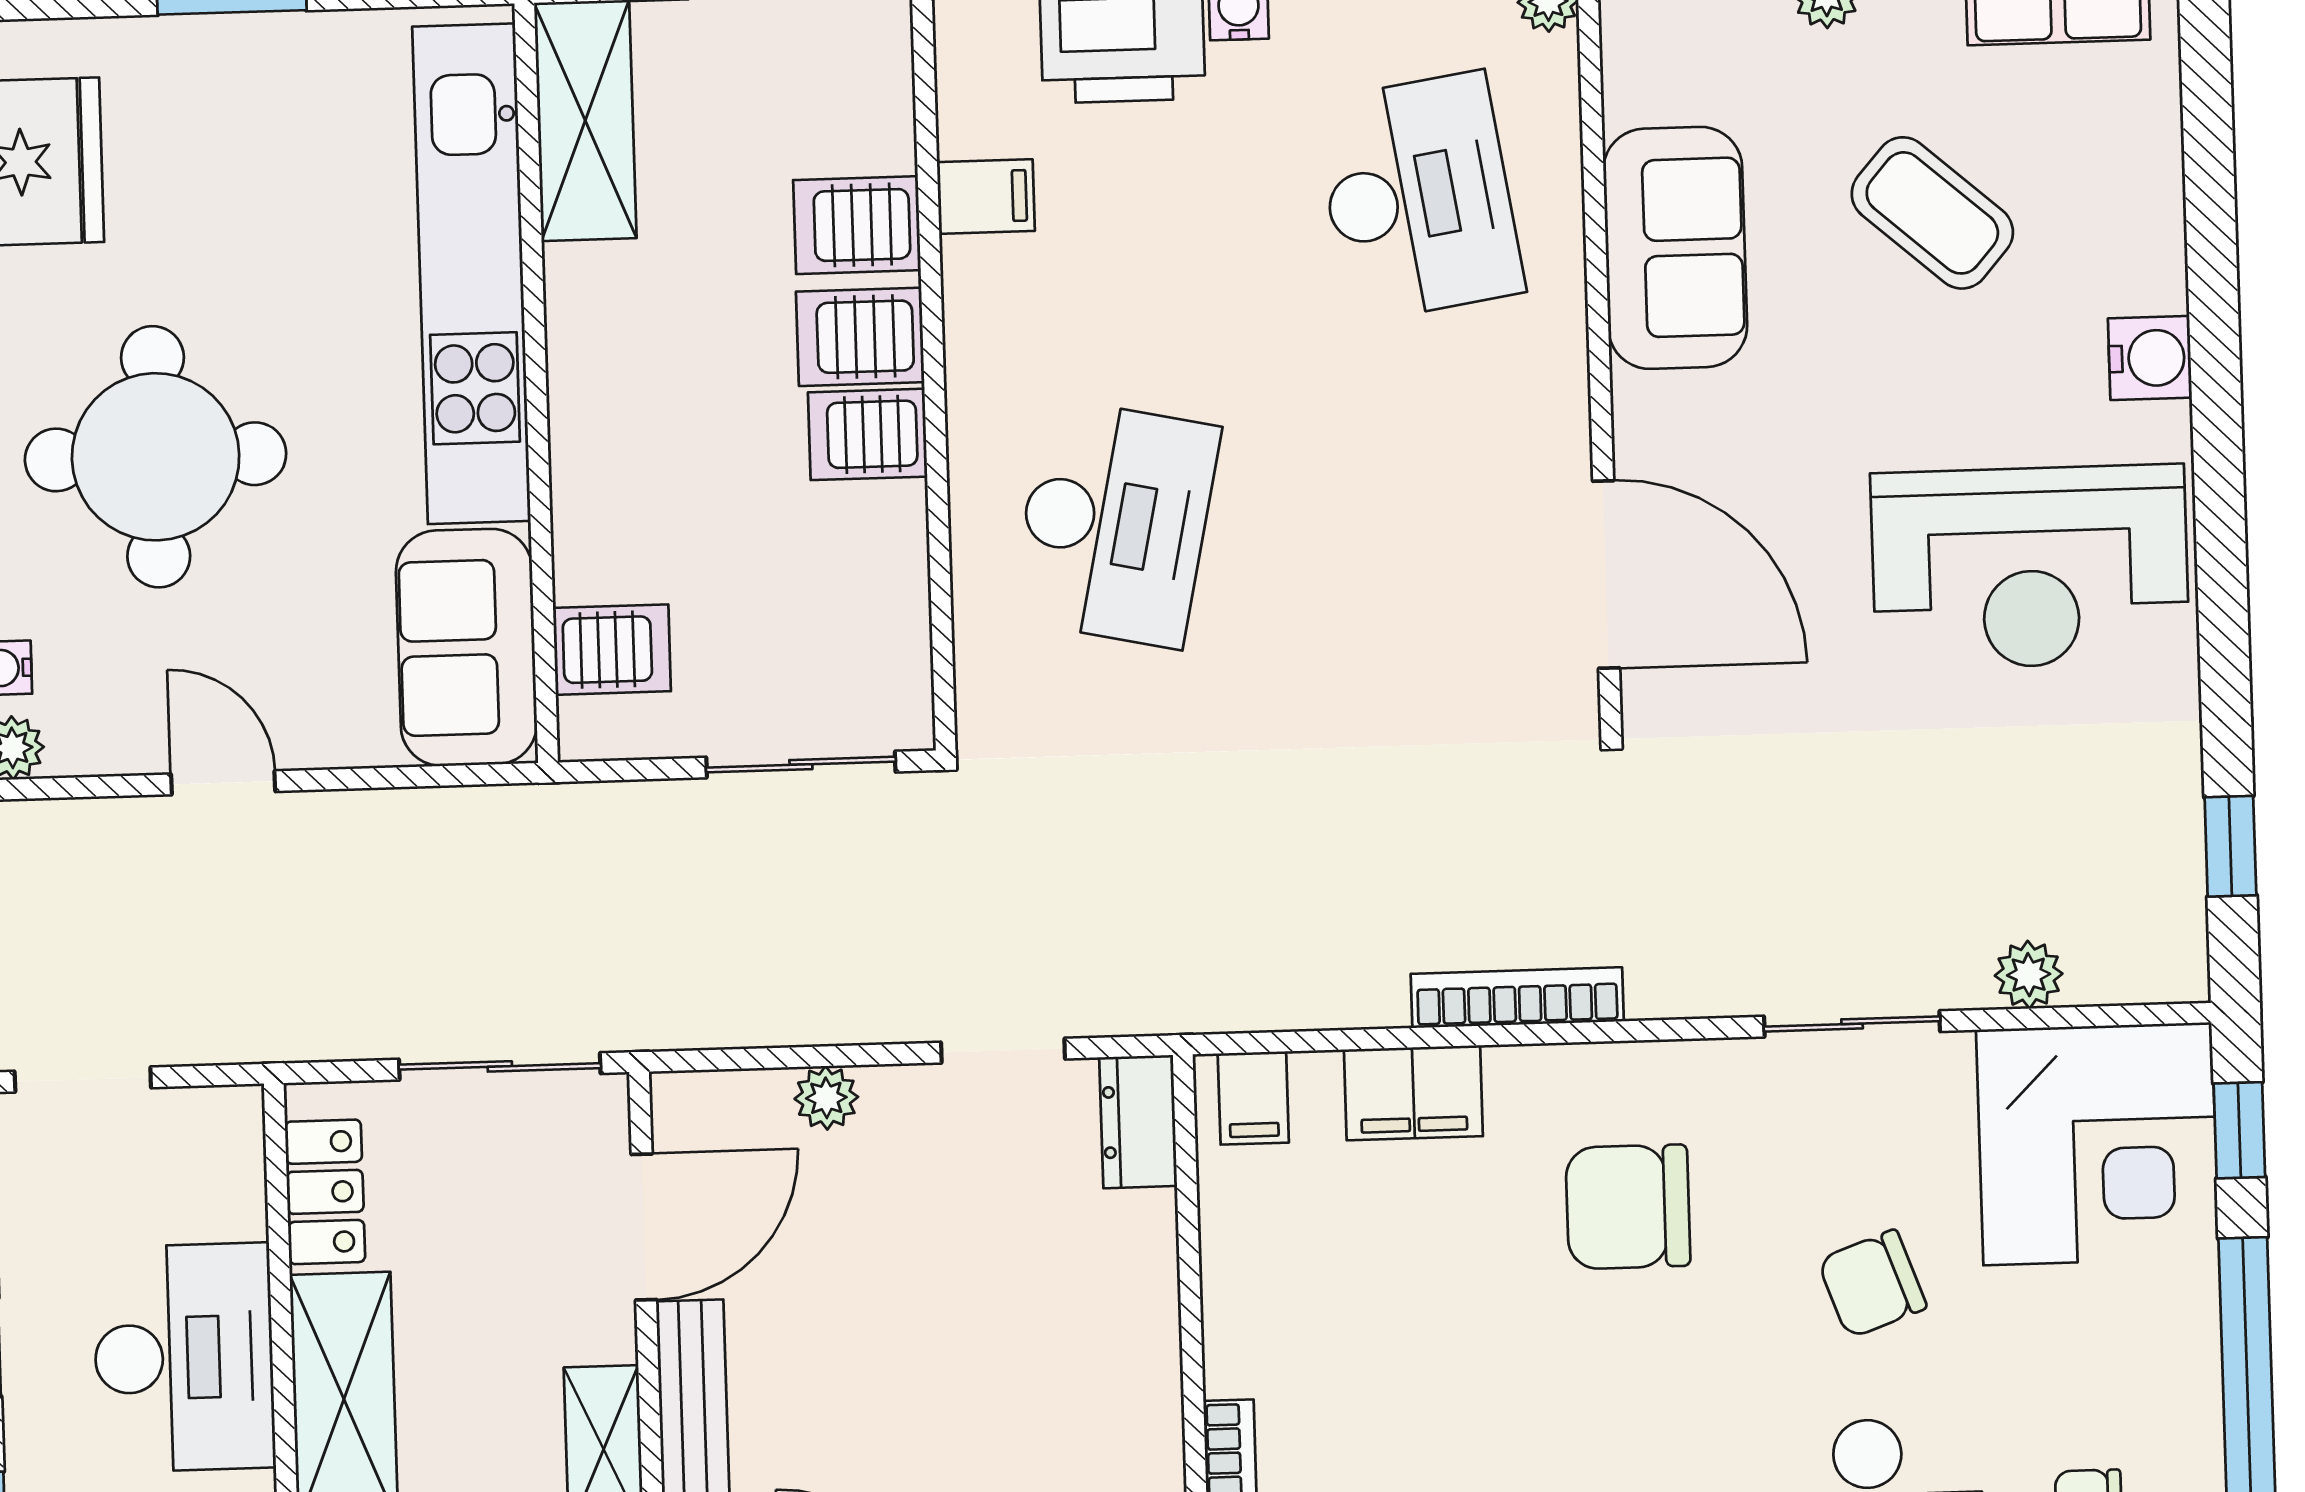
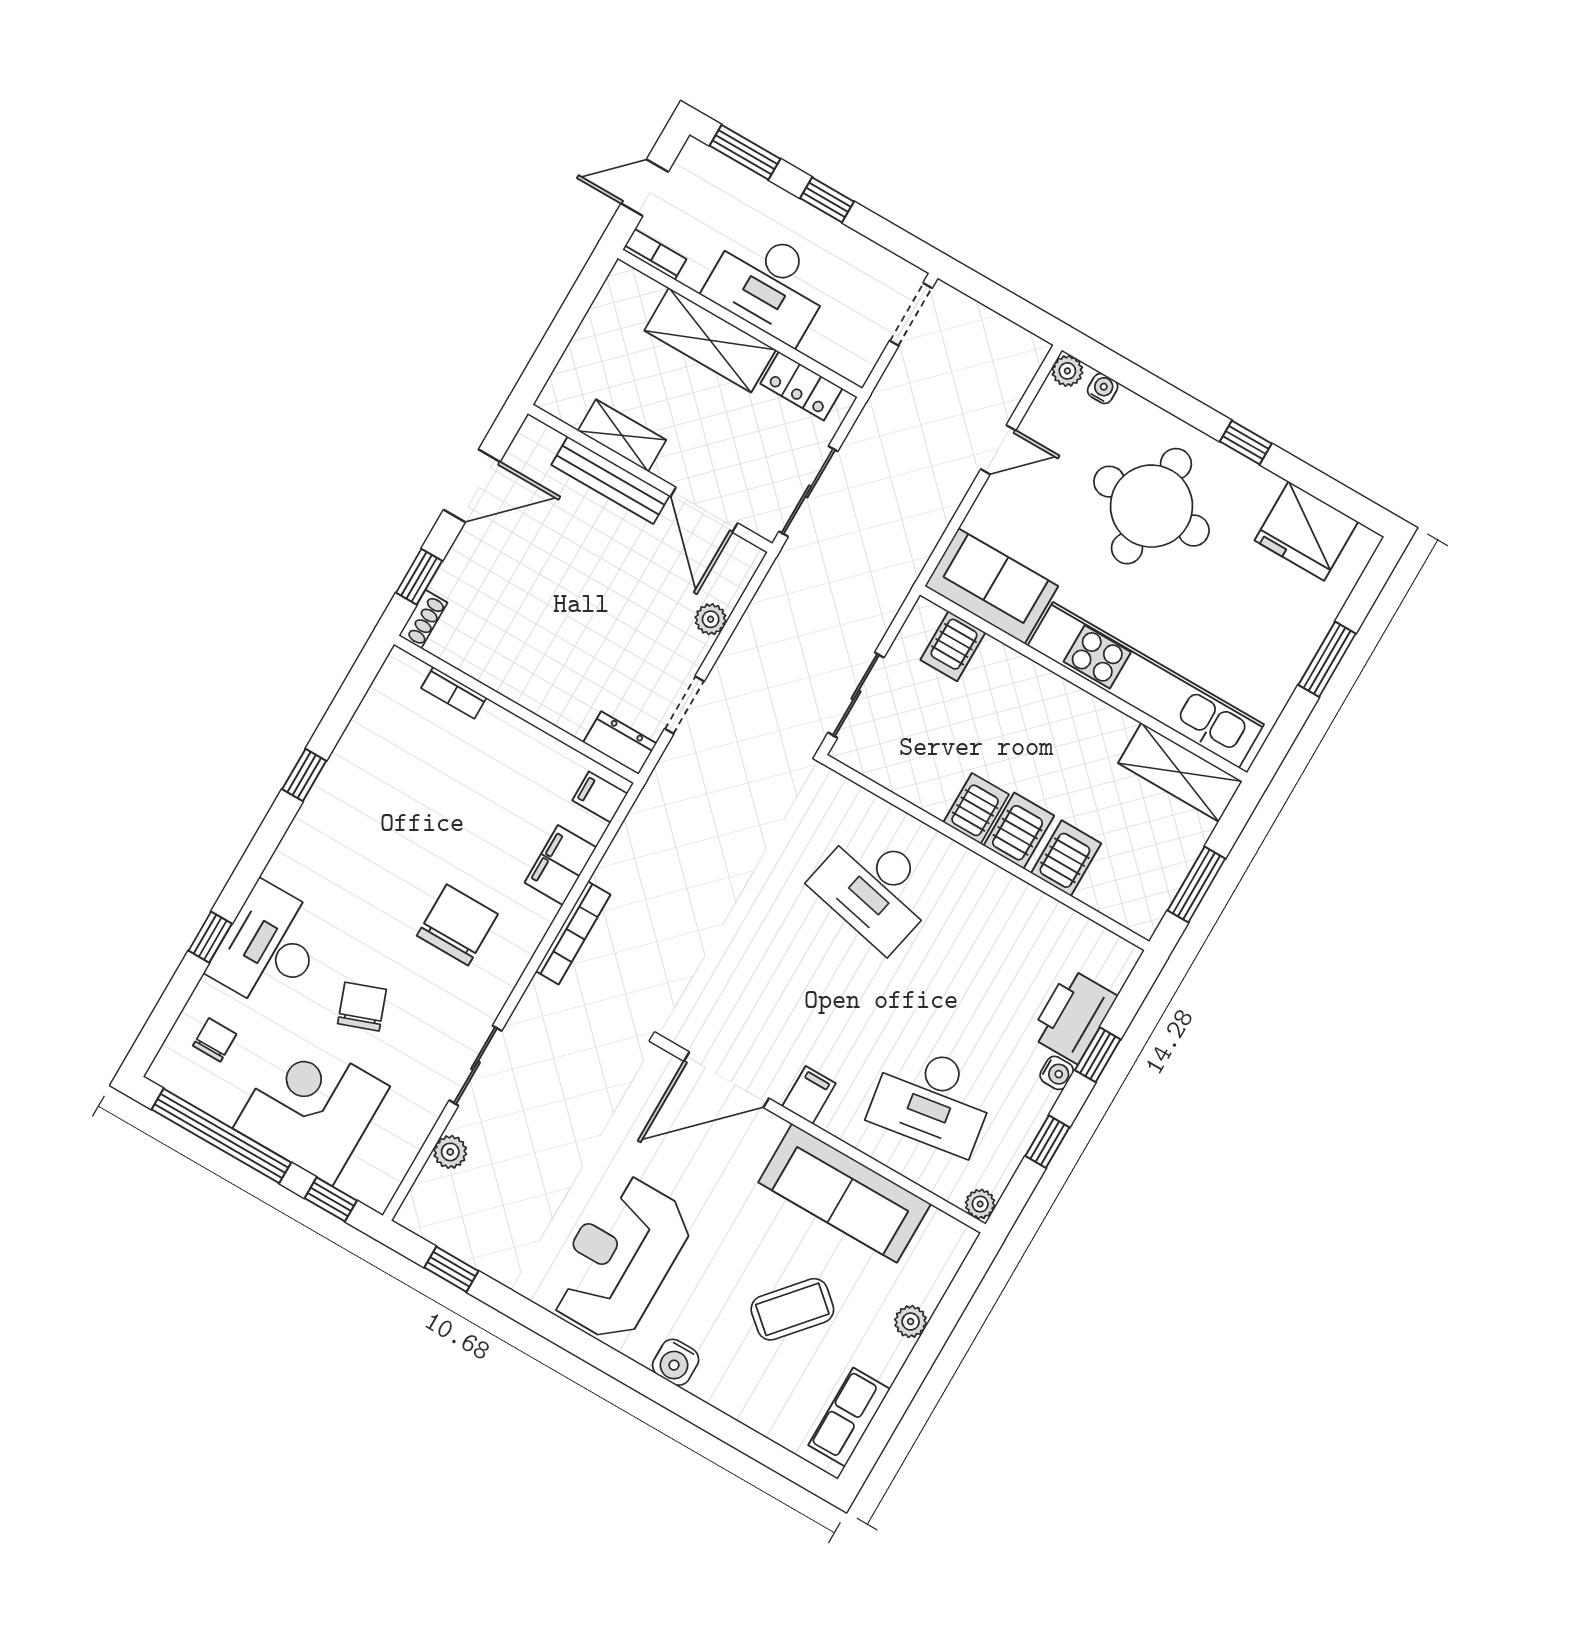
filing cabinet: (986, 197) -> (809, 1095), moved, turned 180
sofa: (1675, 248) -> (845, 1193), width x1.36
corner desk: (2097, 1144) -> (311, 1107), moved, turned 90

